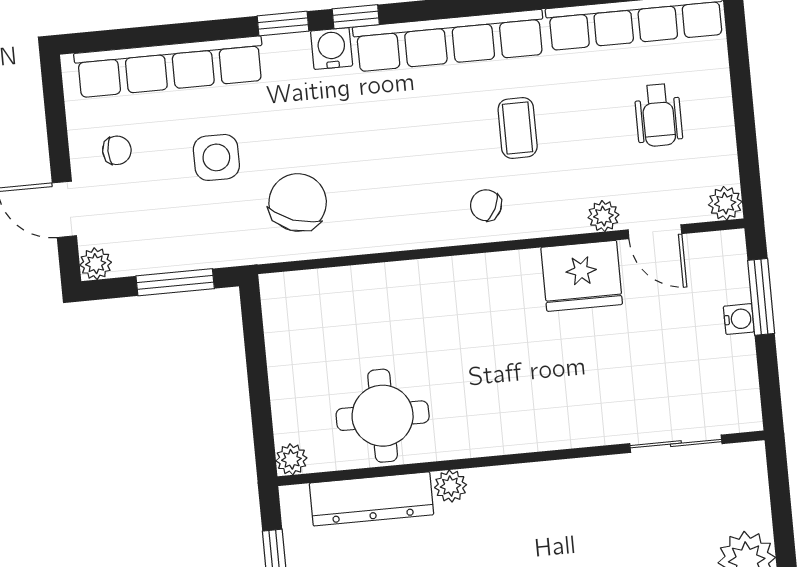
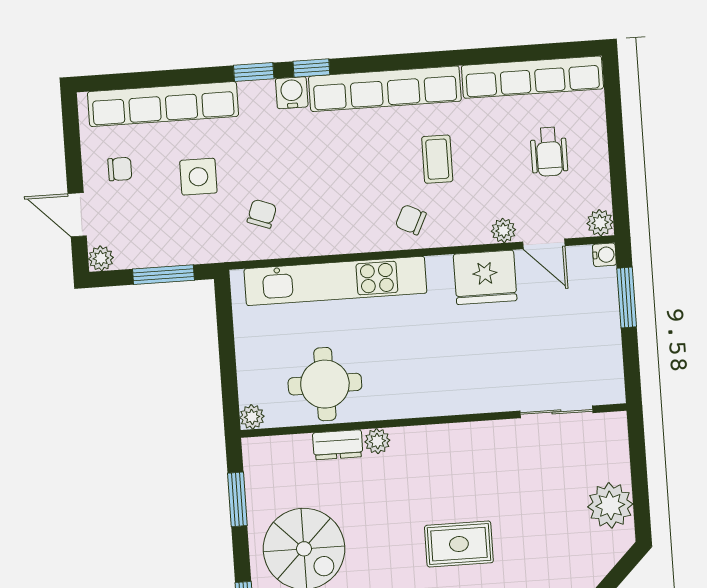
chair: (298, 202) -> (262, 214), width x0.54, depth x0.54
kitchen unit: (393, 285) -> (335, 281), added
water cooler: (739, 319) -> (604, 255), moved
dresser: (371, 499) -> (338, 445), width x0.51, depth x0.80

